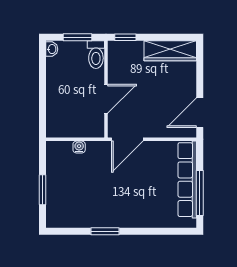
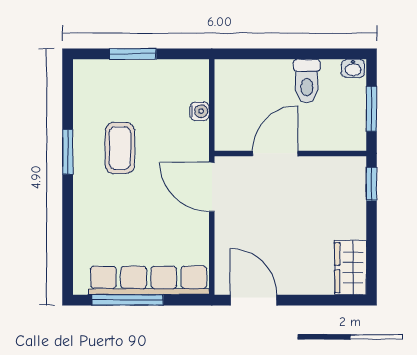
wardrobe: (170, 51) -> (350, 268), width x0.67
toilet: (96, 55) -> (307, 81), moved, turned -90
door: (106, 99) -> (275, 153), swing flipped
coffee table: (103, 198) -> (120, 148), added

